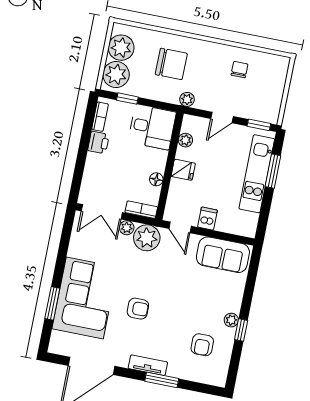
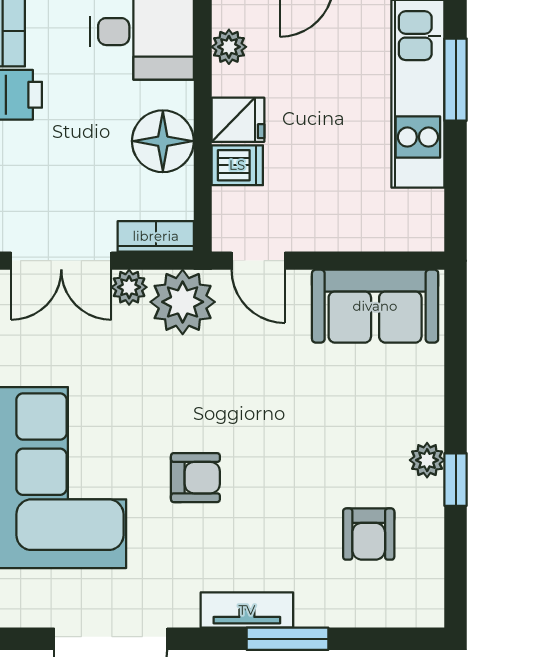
floor lamp: (156, 179) -> (163, 141), width x1.89, depth x1.89
dishwasher: (207, 219) -> (237, 165), moved, turned 90

